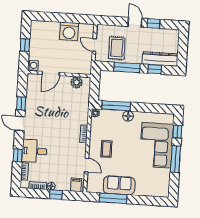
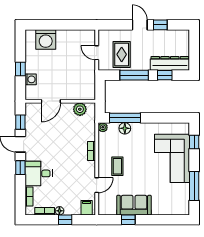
washing machine: (69, 31) -> (46, 40), moved
window: (25, 45) -> (20, 69), moved
door: (51, 73) -> (51, 101), moved
wall: (59, 74) -> (60, 101), moved
plant: (77, 82) -> (80, 109), moved
floor lamp: (128, 116) -> (125, 128), moved
window: (18, 155) -> (20, 168), moved
window: (176, 159) -> (194, 186), moved
door: (86, 165) -> (97, 185), hinge flipped
window: (113, 198) -> (128, 220), width x0.46

